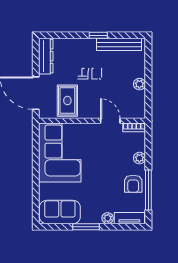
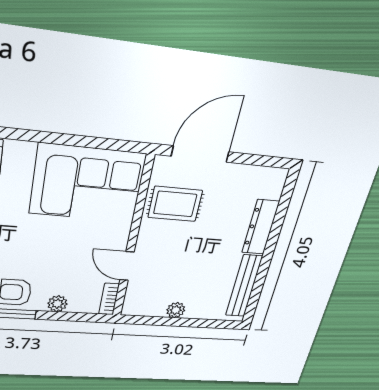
window: (98, 35) -> (267, 258), removed
dresser: (46, 56) -> (261, 227), moved, turned 90
door: (110, 121) -> (127, 266), swing flipped

